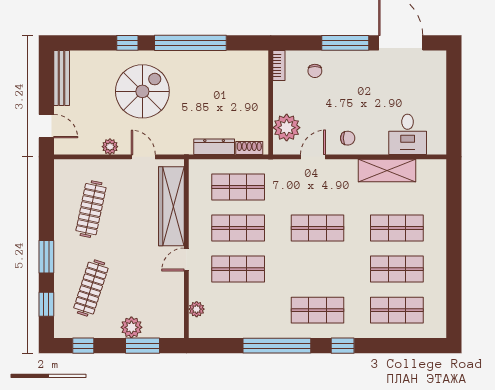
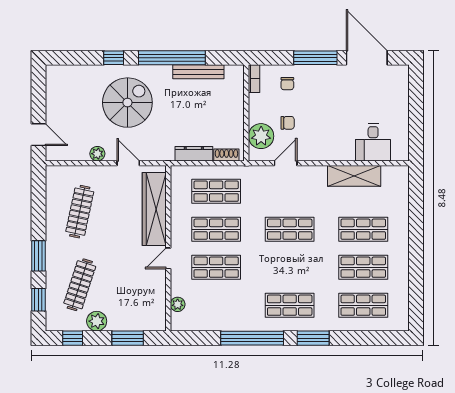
bench: (62, 78) -> (198, 72), moved, turned 90
chair: (348, 138) -> (288, 123), moved
plant: (131, 327) -> (97, 321), moved
window: (343, 346) -> (313, 338), width x1.50

